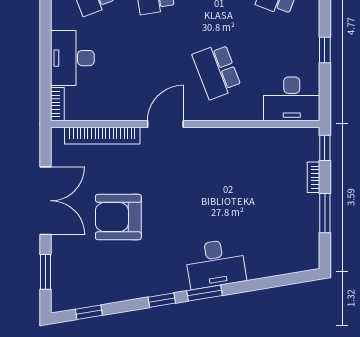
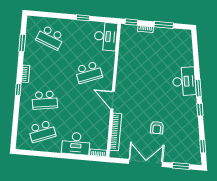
armchair: (118, 217) -> (157, 128), width x0.53, depth x0.53

